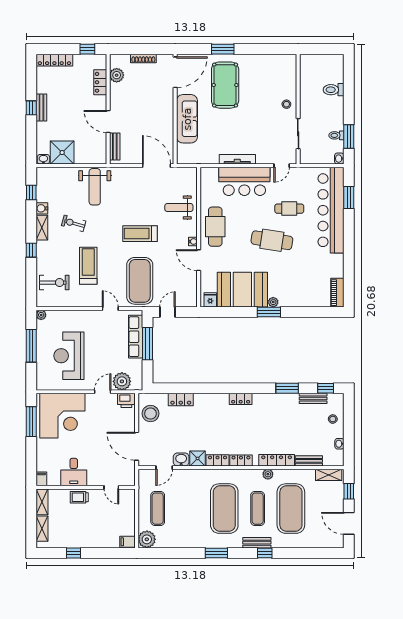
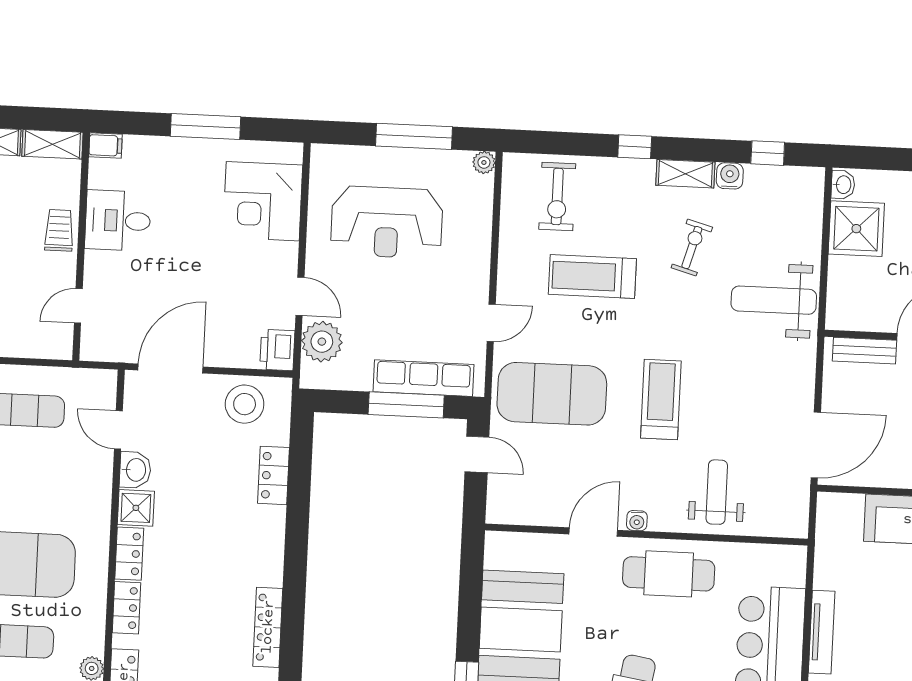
treadmill: (88, 266) -> (592, 277), turned 180
fridge: (210, 300) -> (500, 554), removed
reception desk: (69, 356) -> (387, 222), turned 180
locker: (241, 399) -> (268, 627), width x1.53
corner desk: (62, 416) -> (263, 201), width x0.74, depth x0.74
window: (31, 422) -> (206, 127), moved

